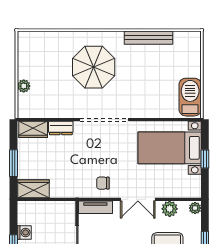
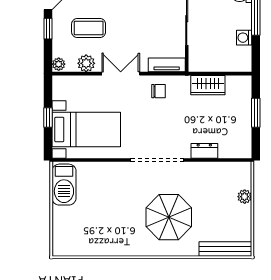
bench: (148, 38) -> (225, 249), moved
wardrobe: (33, 129) -> (234, 149), removed
wardrobe: (34, 189) -> (208, 85), moved

